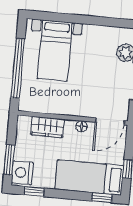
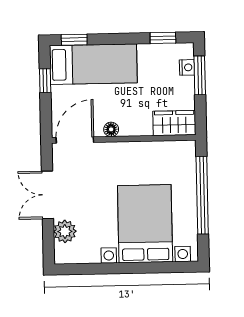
bed with nightstands: (55, 51) -> (145, 224), width x1.36
wardrobe: (47, 127) -> (174, 123), moved
nightstand: (22, 173) -> (187, 67), width x0.53, depth x0.56

